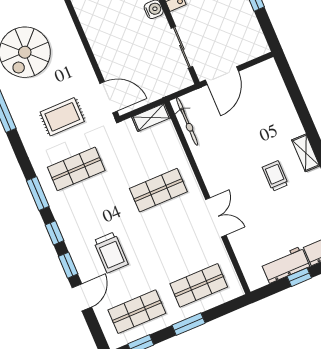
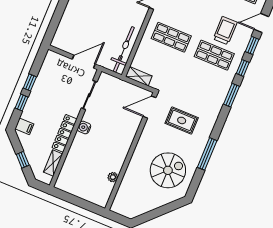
door: (109, 97) -> (150, 107), hinge flipped
bicycle: (187, 122) -> (124, 50), width x1.37, depth x1.40
shop shelf: (76, 169) -> (214, 55), moved

